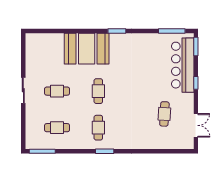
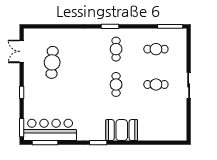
booth: (87, 49) -> (122, 130), width x0.73, depth x0.70
bar counter: (183, 65) -> (50, 130), moved, turned -90
cafe table: (164, 114) -> (52, 62), width x1.37, depth x1.35

